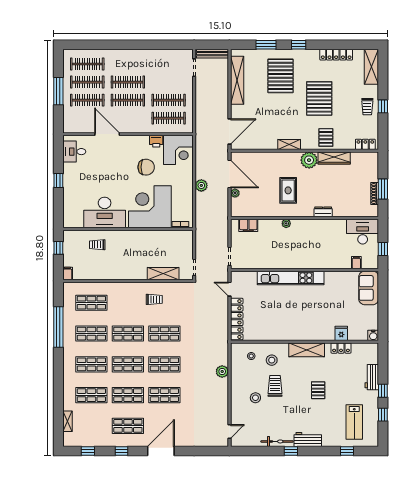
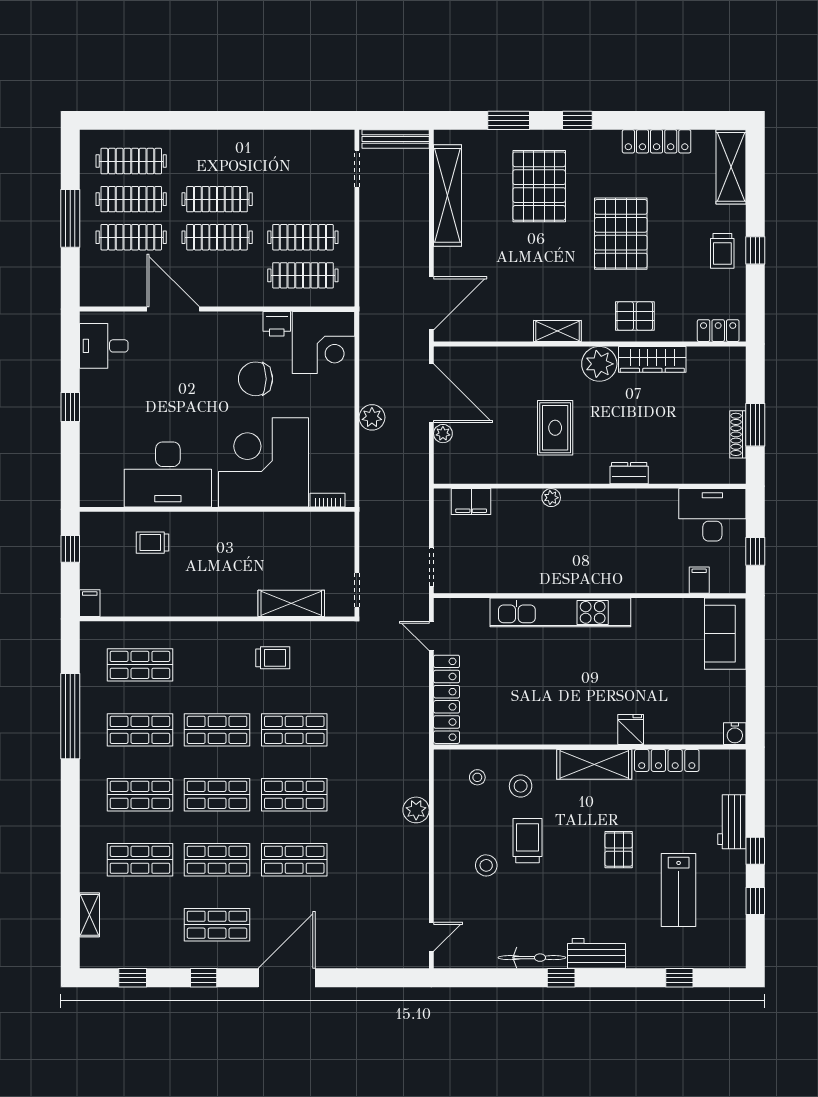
pallet: (326, 137) -> (635, 316), turned 90
chair: (146, 167) -> (256, 379), turned 180
fridge: (341, 333) -> (631, 729), moved
locker: (341, 348) -> (667, 760), width x1.53
lab bench: (354, 422) -> (679, 890), moved

